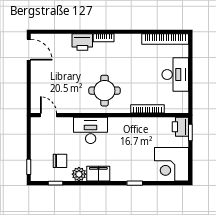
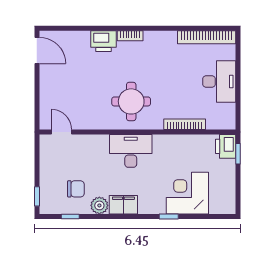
desk: (91, 130) -> (131, 151), moved
corner desk: (172, 164) -> (187, 193), moved, turned 90

